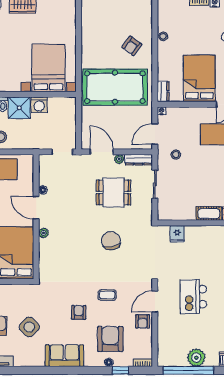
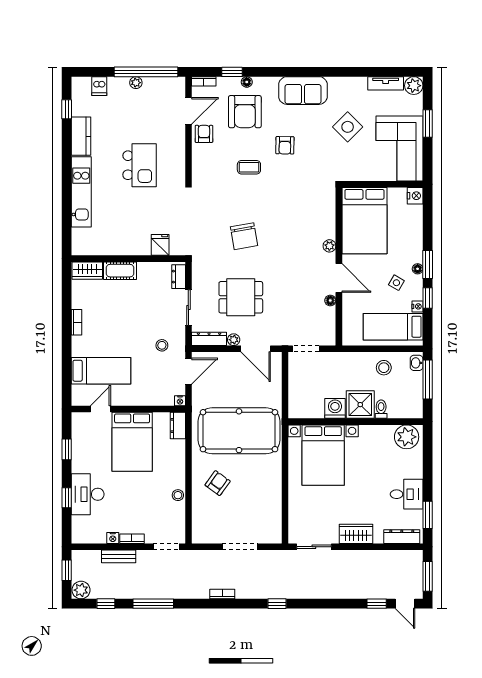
dresser: (163, 209) -> (179, 277), added
door: (155, 302) -> (188, 111), moved
plant: (196, 358) -> (136, 83), width x0.53, depth x0.53

